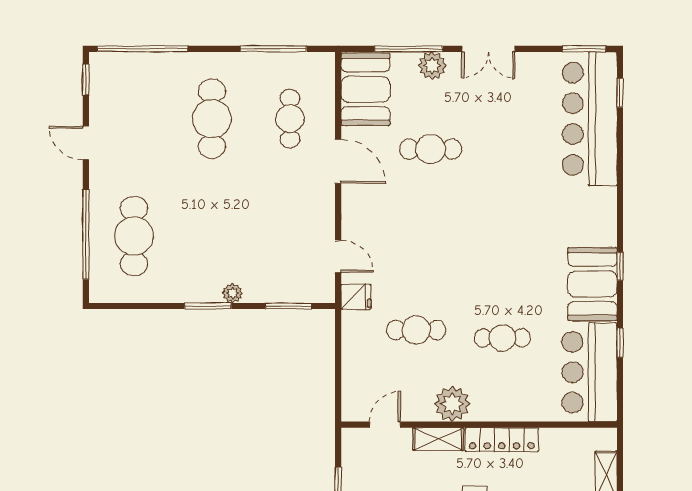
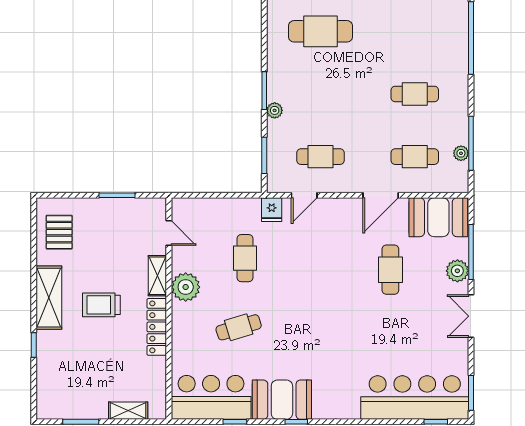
plant: (286, 61) -> (461, 153), added
cafe table: (212, 119) -> (415, 94), width x0.73, depth x0.74
cafe table: (290, 236) -> (320, 157), added
cafe table: (502, 338) -> (239, 327), turned 73

